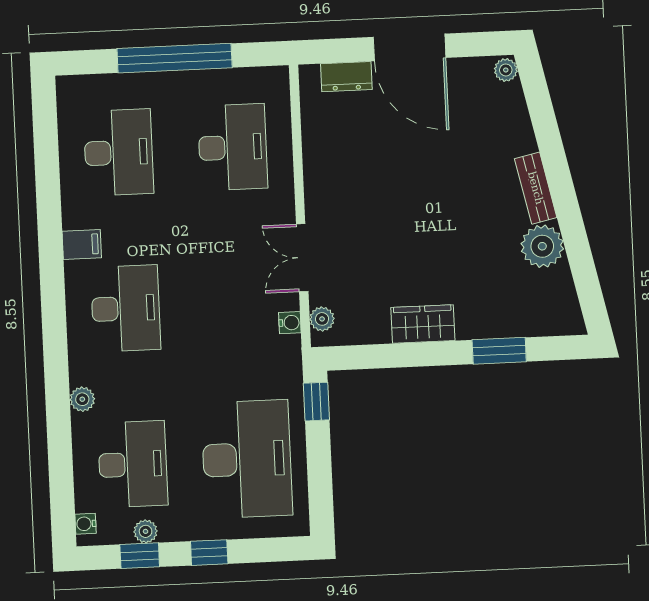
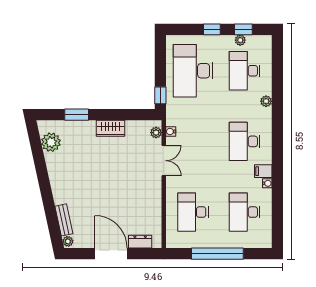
bench: (536, 188) -> (64, 220), moved
plant: (542, 246) -> (51, 142), moved
water cooler: (86, 524) -> (267, 183), moved

